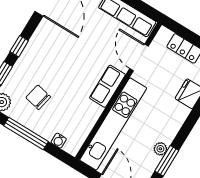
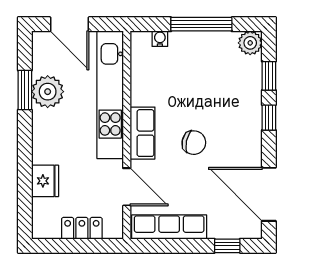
chair: (38, 97) -> (194, 143), moved
plant: (160, 149) -> (48, 92), width x1.88, depth x1.88

